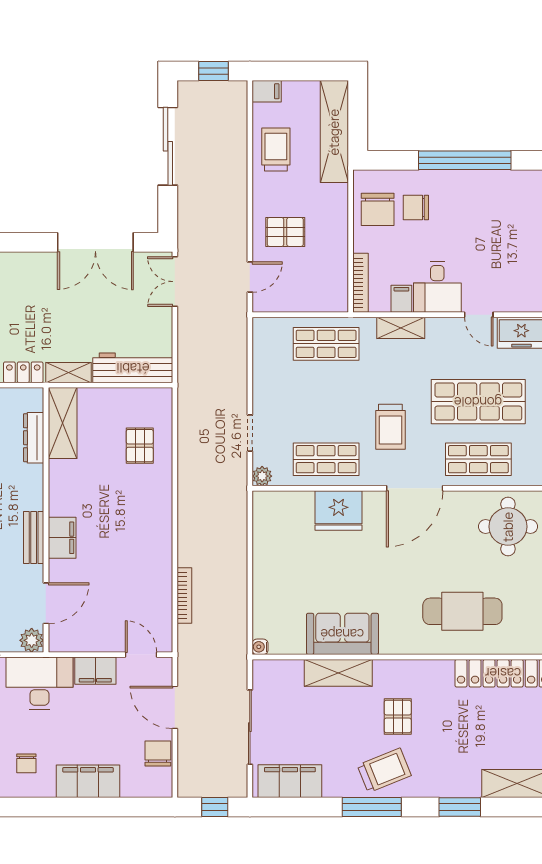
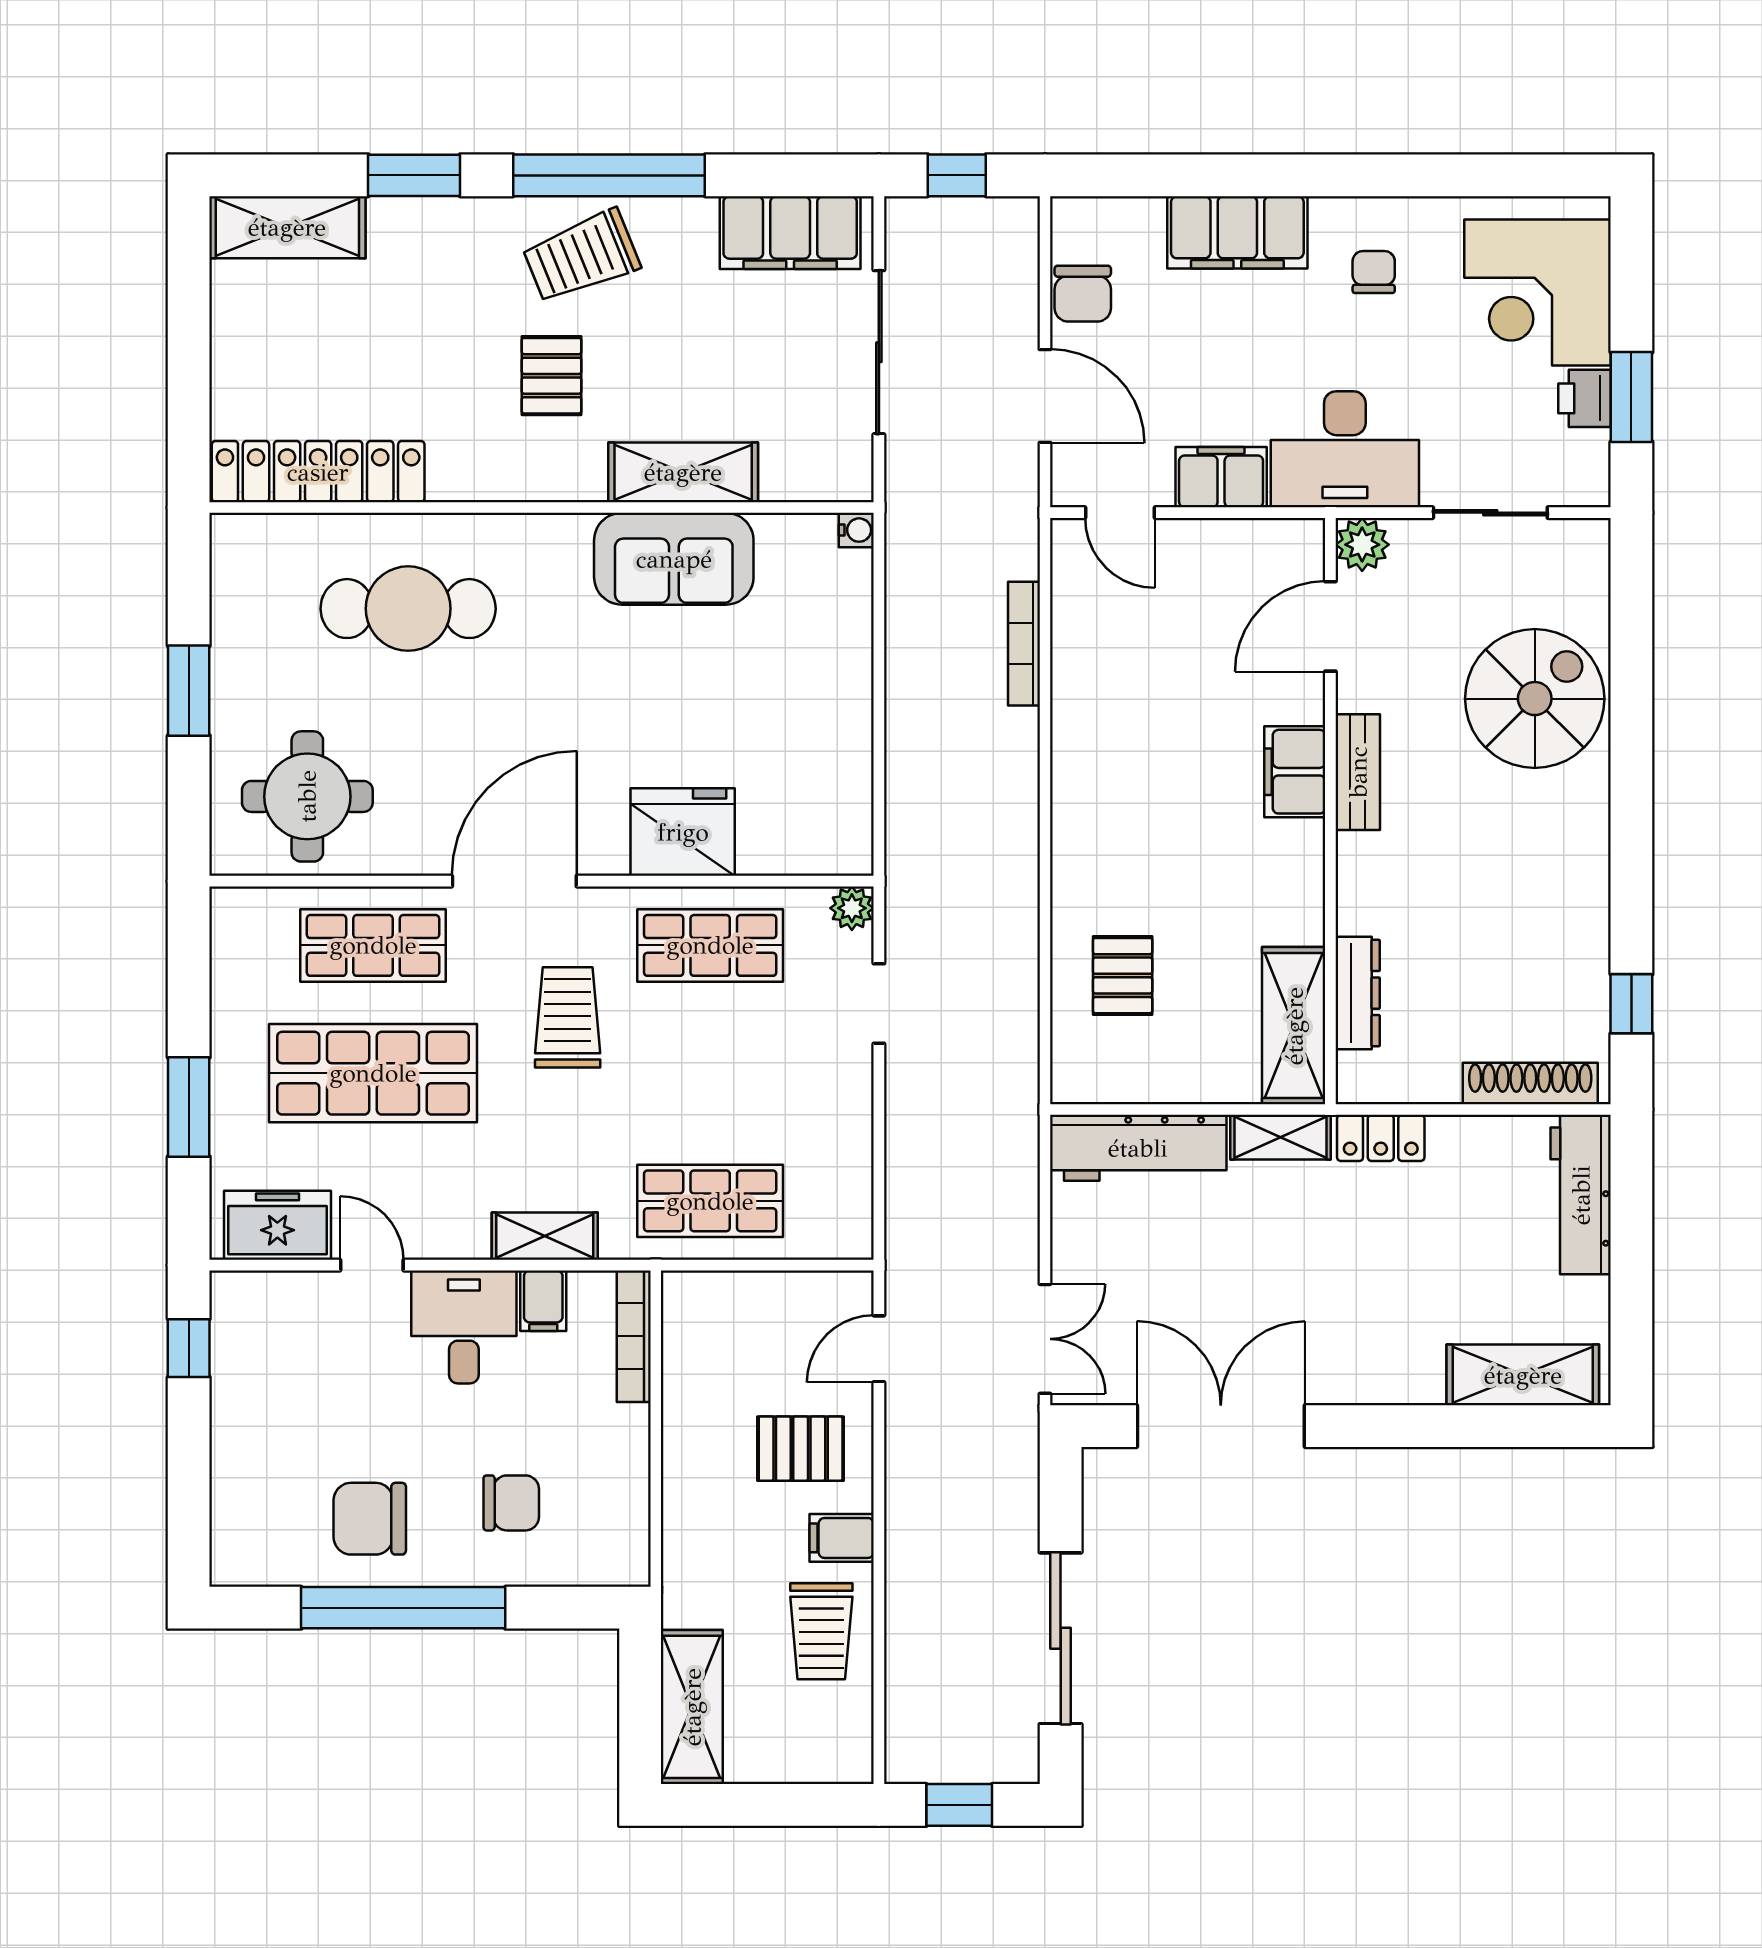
filing cabinet: (267, 91) -> (842, 1538), moved
shelving: (334, 132) -> (692, 1707), width x0.68
chair: (378, 209) -> (370, 1519), moved, turned -90
window: (372, 807) -> (609, 175), width x1.46

